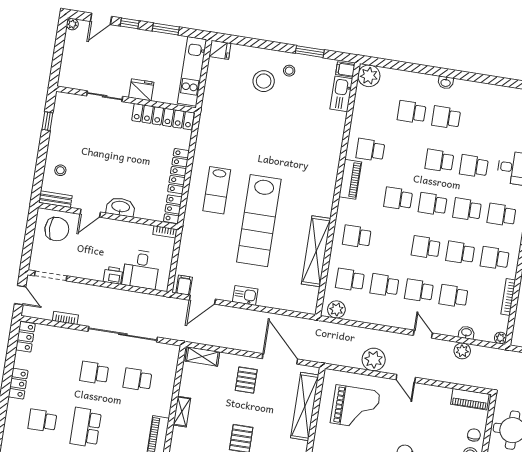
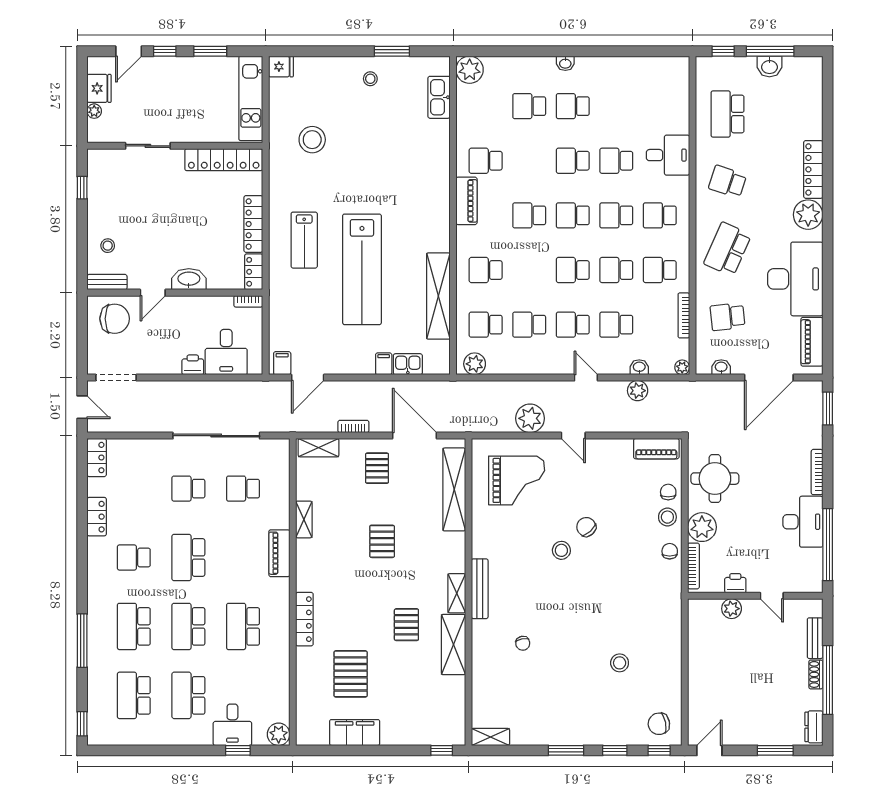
plant: (72, 24) -> (94, 111), moved
filing cabinet: (345, 70) -> (384, 364), moved, turned 90
stool: (264, 81) -> (312, 140), moved
fridge: (141, 90) -> (99, 88), moved, turned 90
kitchen sink: (245, 295) -> (408, 364), moved
bookcase: (65, 318) -> (353, 426), moved

